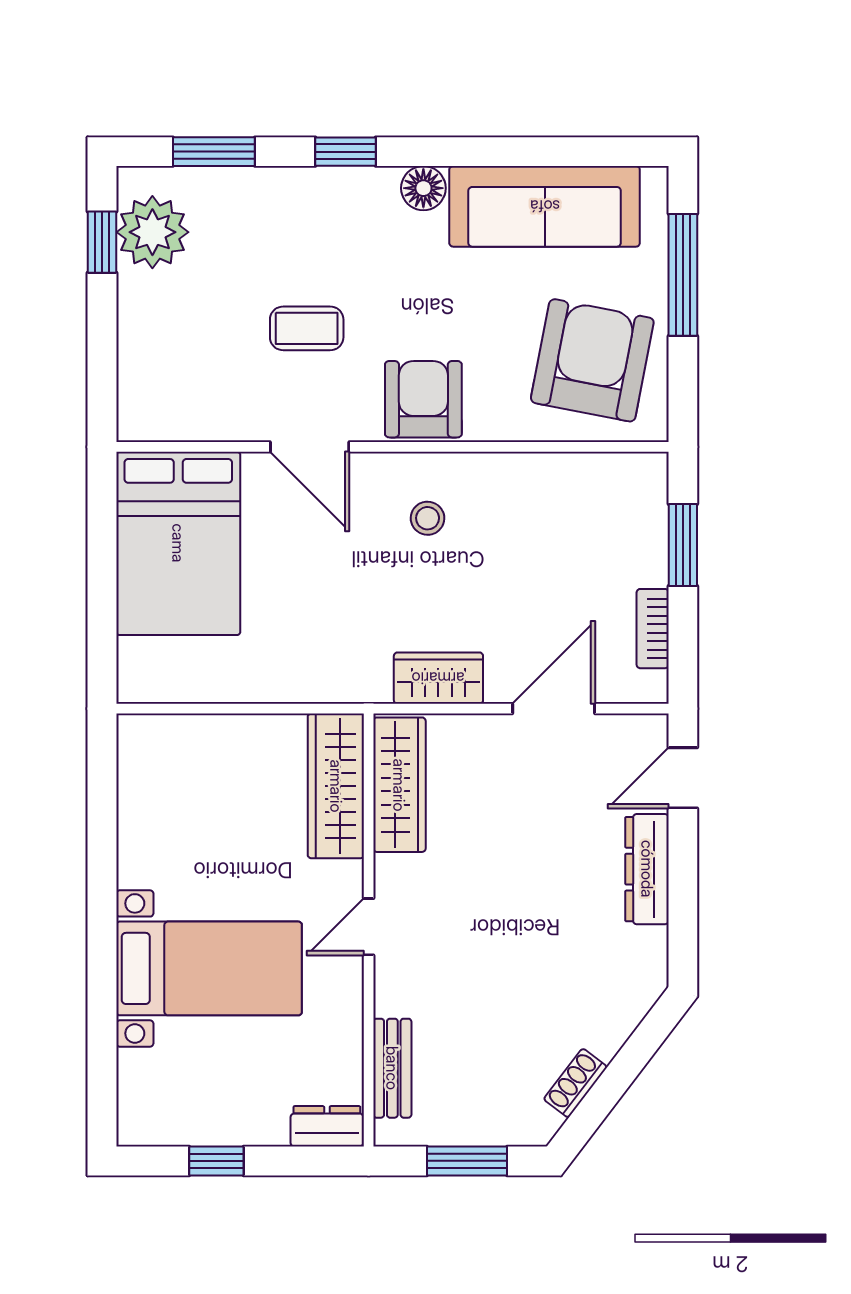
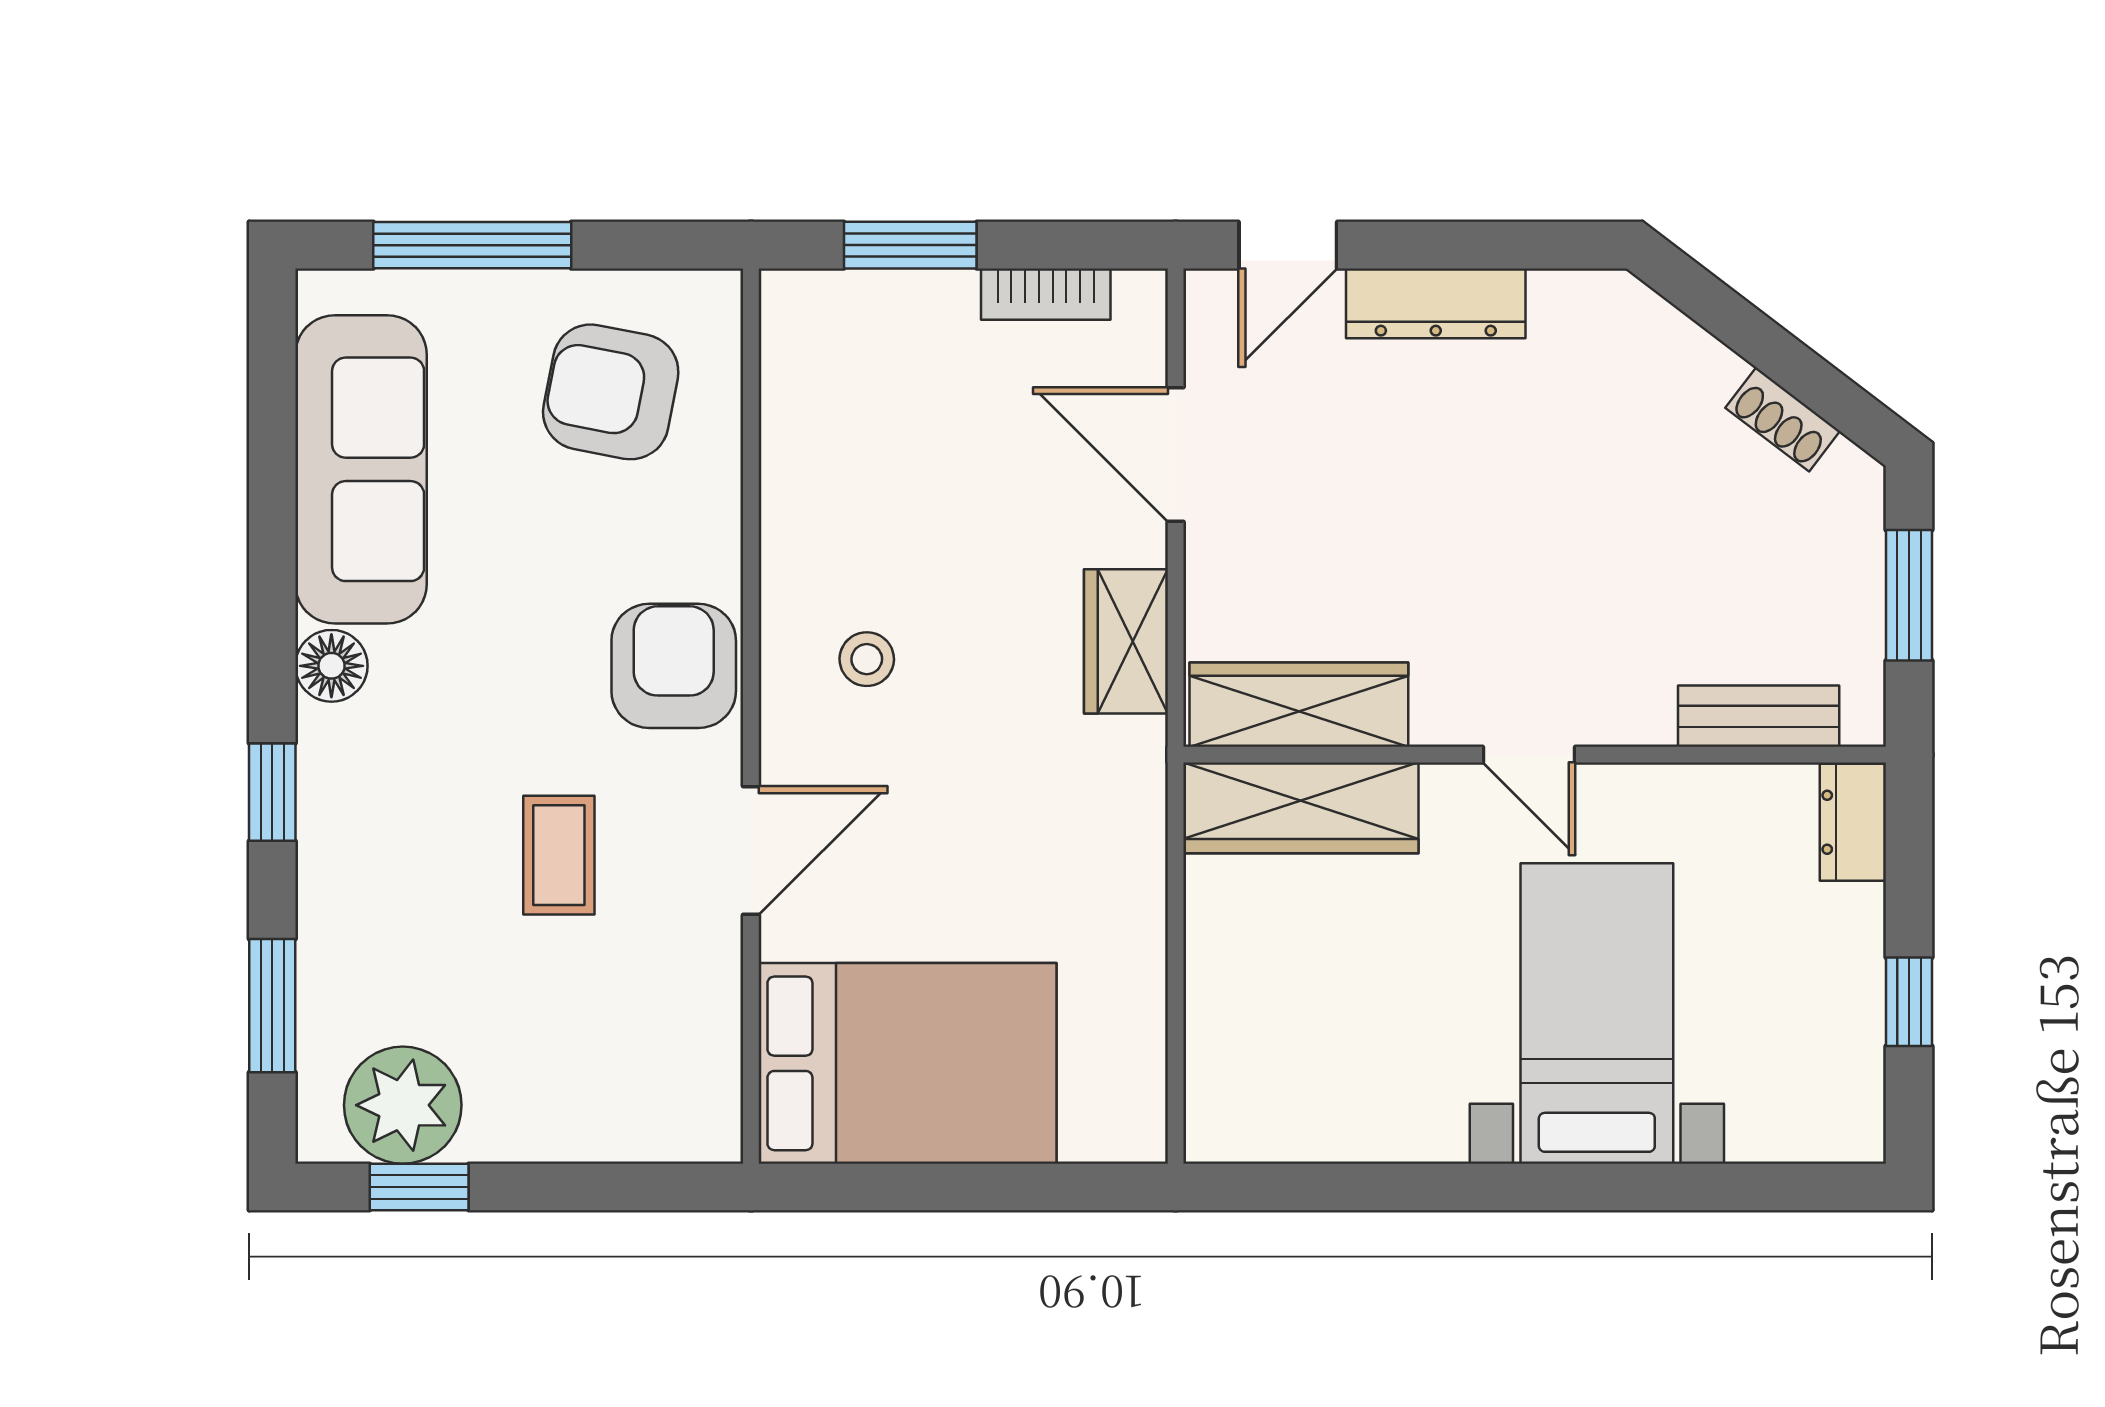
armchair: (592, 360) -> (611, 392), width x0.73, depth x0.73
armchair: (423, 399) -> (674, 666), turned 90
door: (683, 778) -> (1288, 245), hinge flipped

